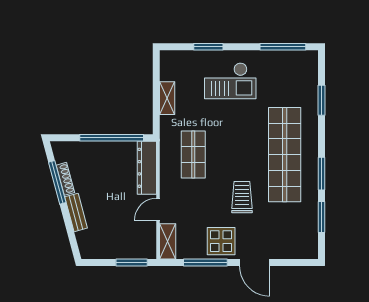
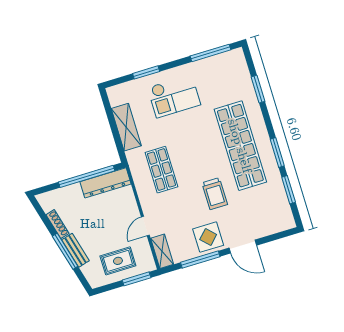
shelving: (167, 98) -> (126, 127), width x1.50, depth x1.33
dresser: (147, 168) -> (106, 183), moved, turned -90
window: (57, 182) -> (65, 251), moved
trolley: (242, 197) -> (215, 194), turned 180
rug: (118, 237) -> (118, 261), added

